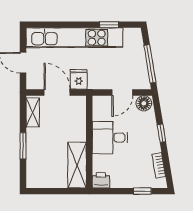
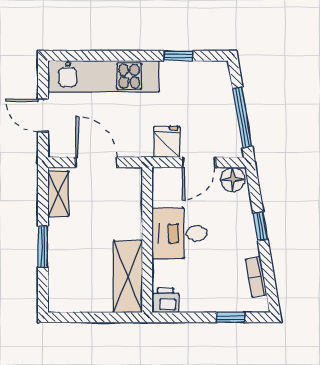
kitchen unit: (74, 38) -> (104, 76), width x0.73
fridge: (79, 79) -> (167, 142), moved

